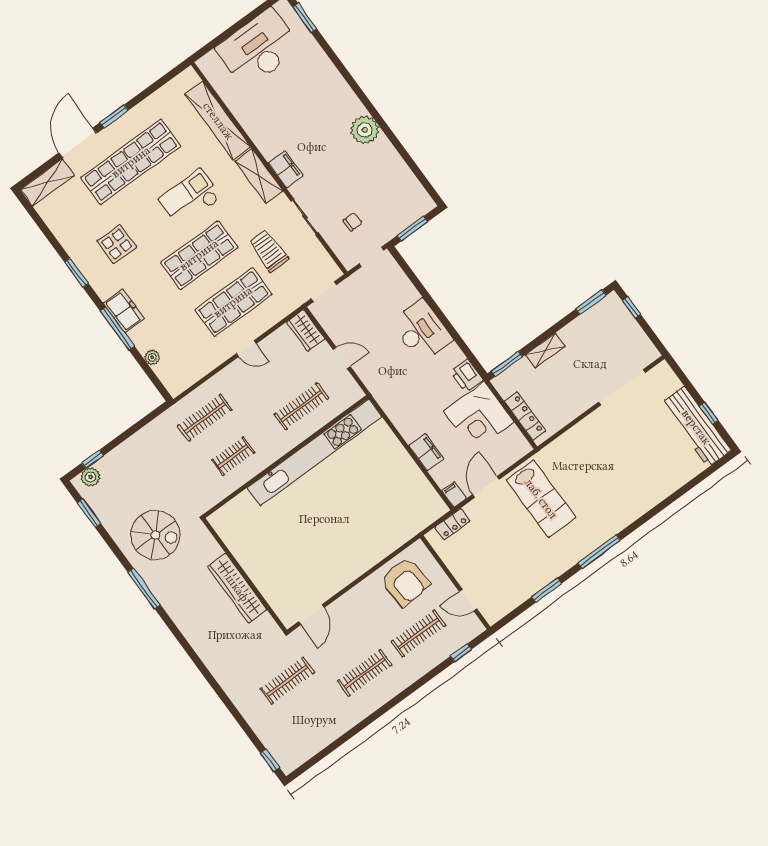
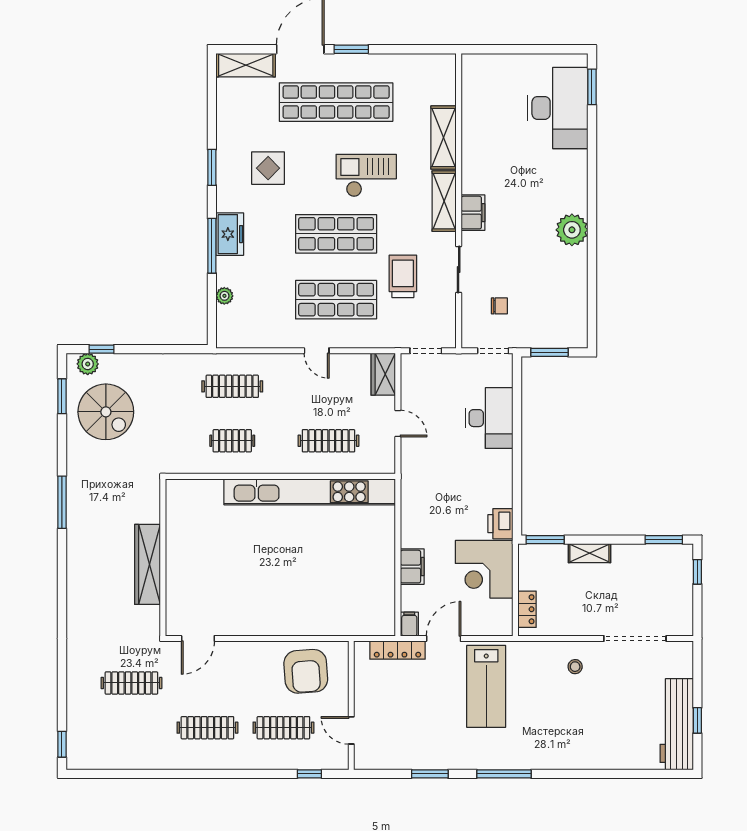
desk: (258, 48) -> (558, 108), moved, turned 90
shelving: (218, 121) -> (444, 138), width x0.68
desk: (422, 331) -> (489, 418), moved
locker: (525, 416) -> (527, 609), width x0.66
stool: (594, 439) -> (575, 667), added
locker: (452, 524) -> (397, 650), width x1.53
spiral stairs: (155, 535) -> (106, 412), moved

